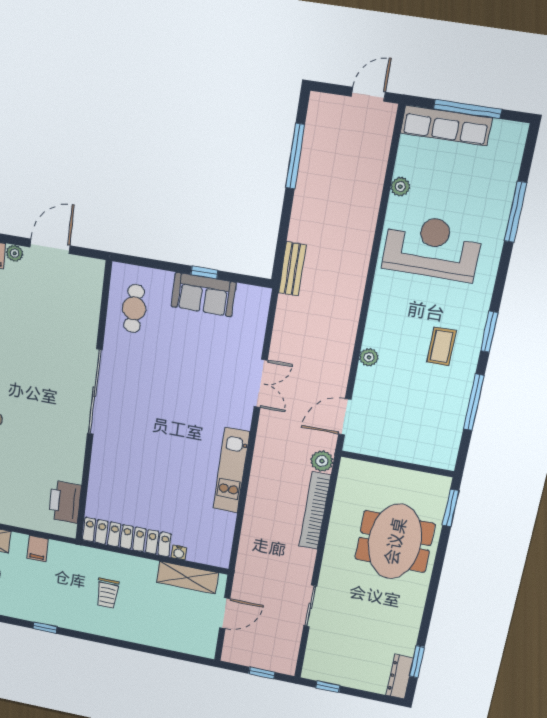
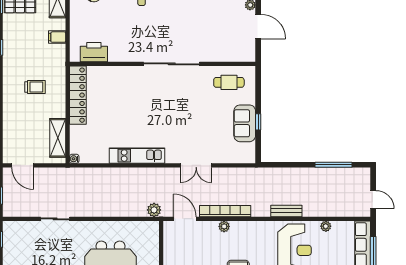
bench: (292, 269) -> (286, 211), moved
bookcase: (315, 511) -> (225, 211), moved
water cooler: (179, 552) -> (74, 159), moved
trolley: (107, 593) -> (35, 87), turned 180
door: (225, 613) -> (23, 165), moved

